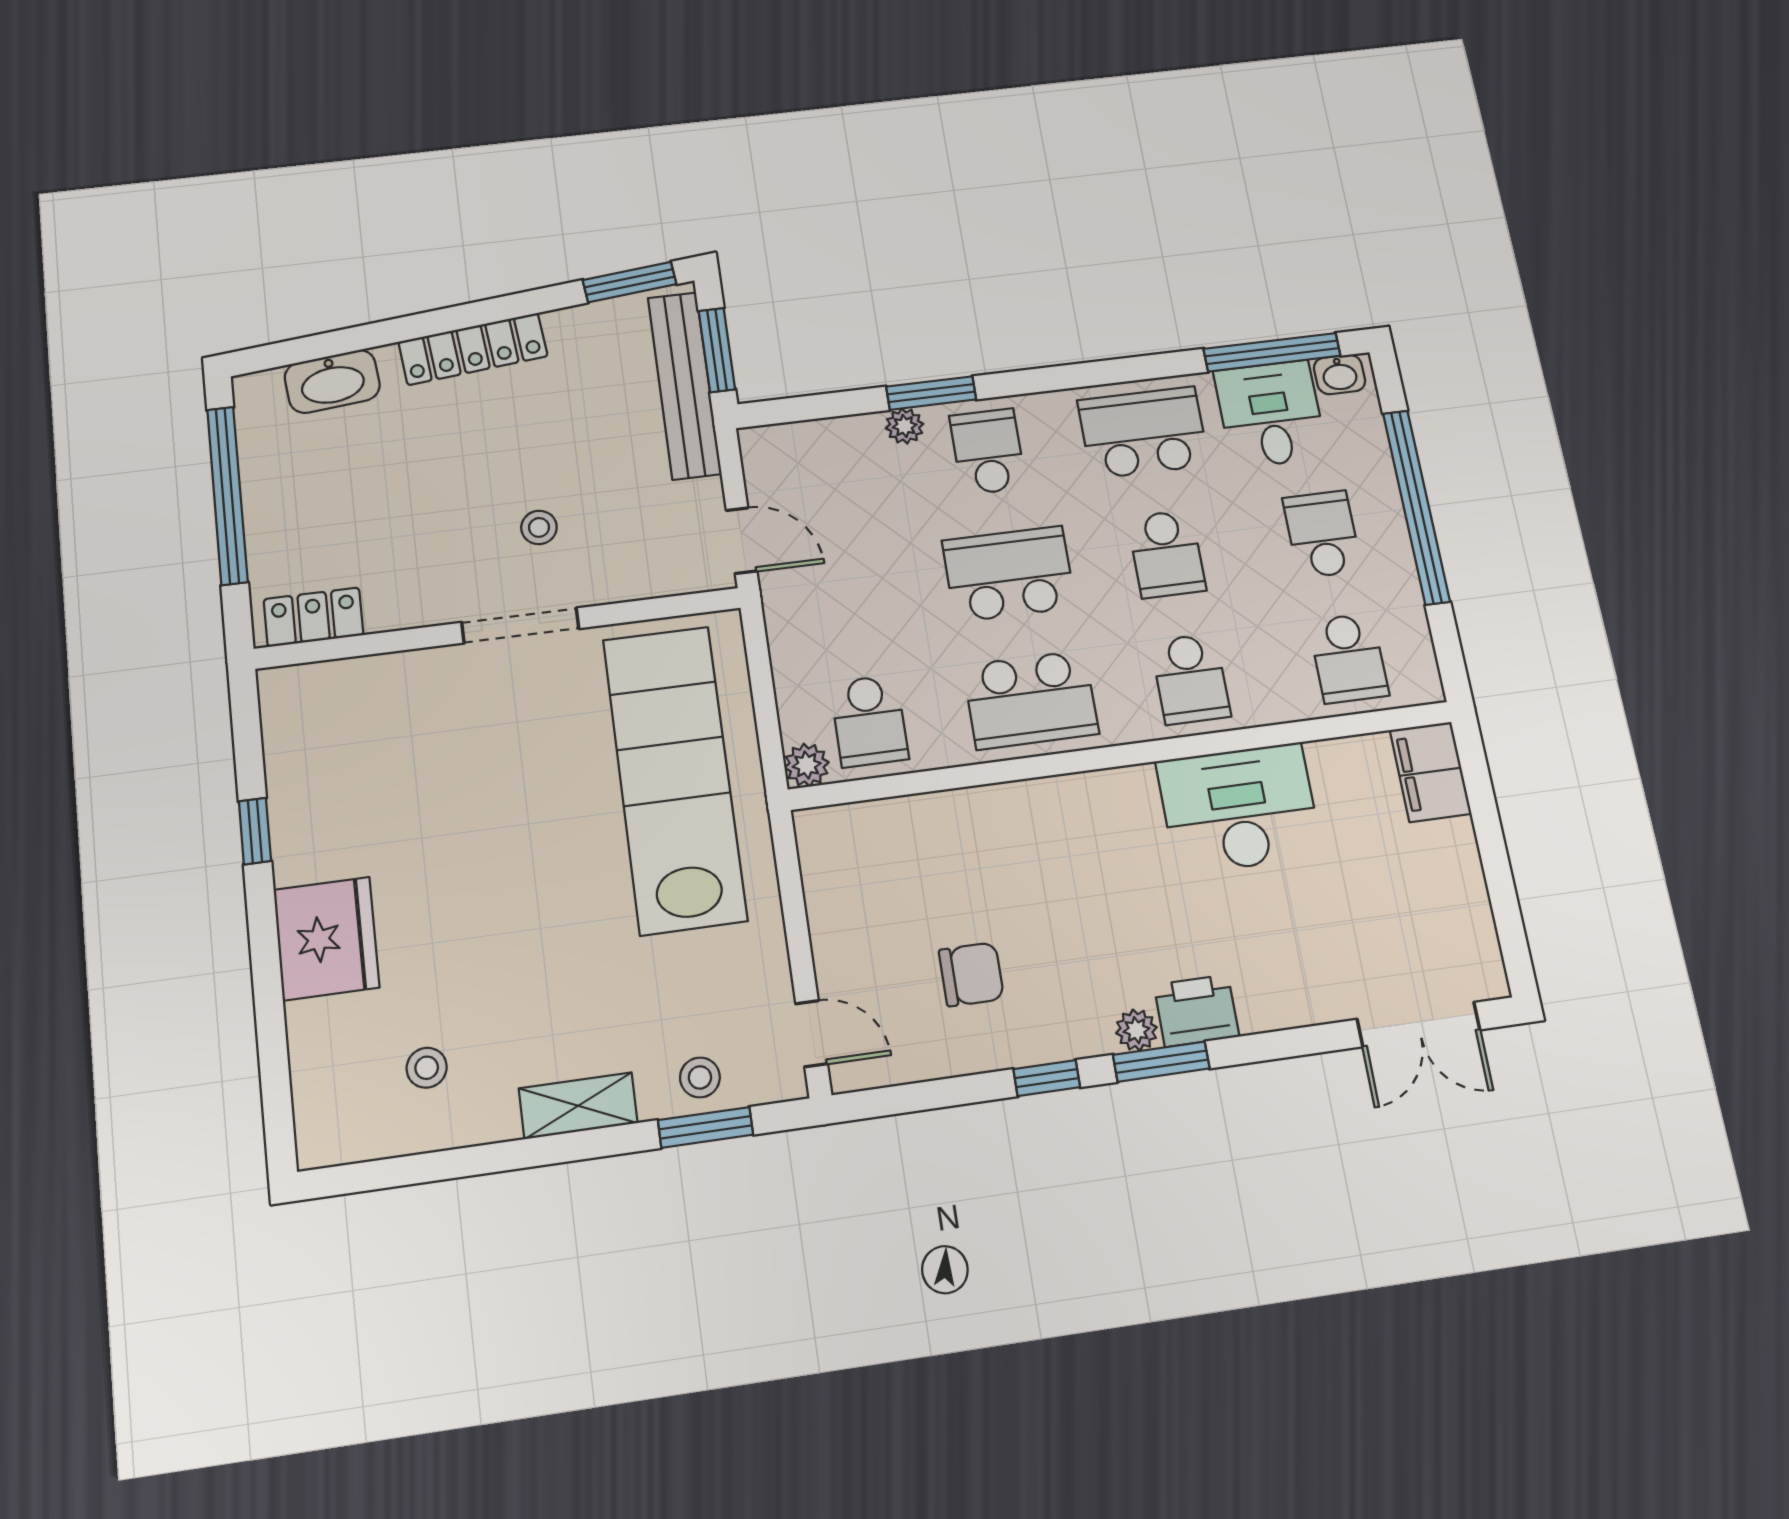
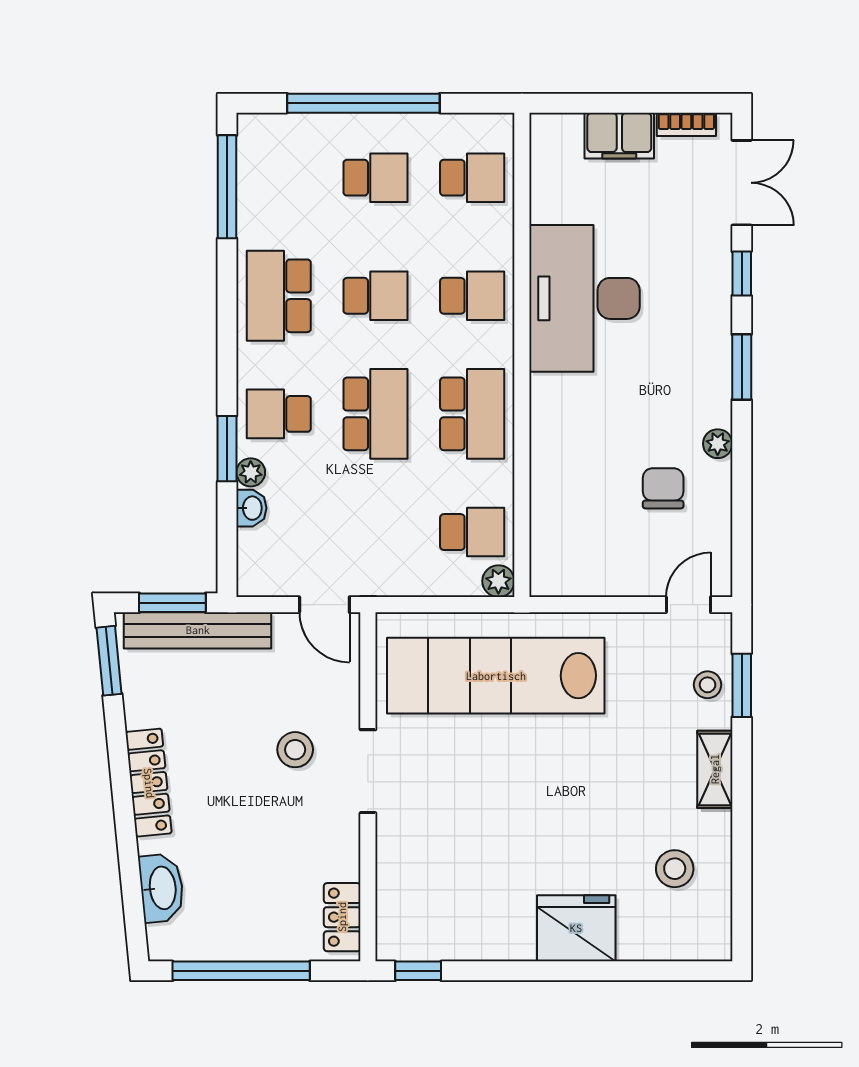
washbasin: (1339, 374) -> (251, 508), moved
desk: (1271, 414) -> (276, 198), removed
stool: (539, 527) -> (295, 750), width x1.37, depth x1.37
school desk: (1322, 534) -> (375, 178), turned 180
door: (741, 541) -> (324, 605), swing flipped
school desk: (1009, 574) -> (375, 414), turned 180
filing cabinet: (1430, 772) -> (619, 136), moved
desk: (1239, 808) -> (584, 298), width x1.36, depth x1.30
window: (255, 831) -> (418, 971), moved
bookcase: (1482, 936) -> (686, 124), added
printer: (1197, 1011) -> (710, 336), removed
plant: (1136, 1030) -> (718, 444), moved
stool: (427, 1068) -> (675, 869), width x1.37, depth x1.37
window: (1047, 1078) -> (742, 274), moved

